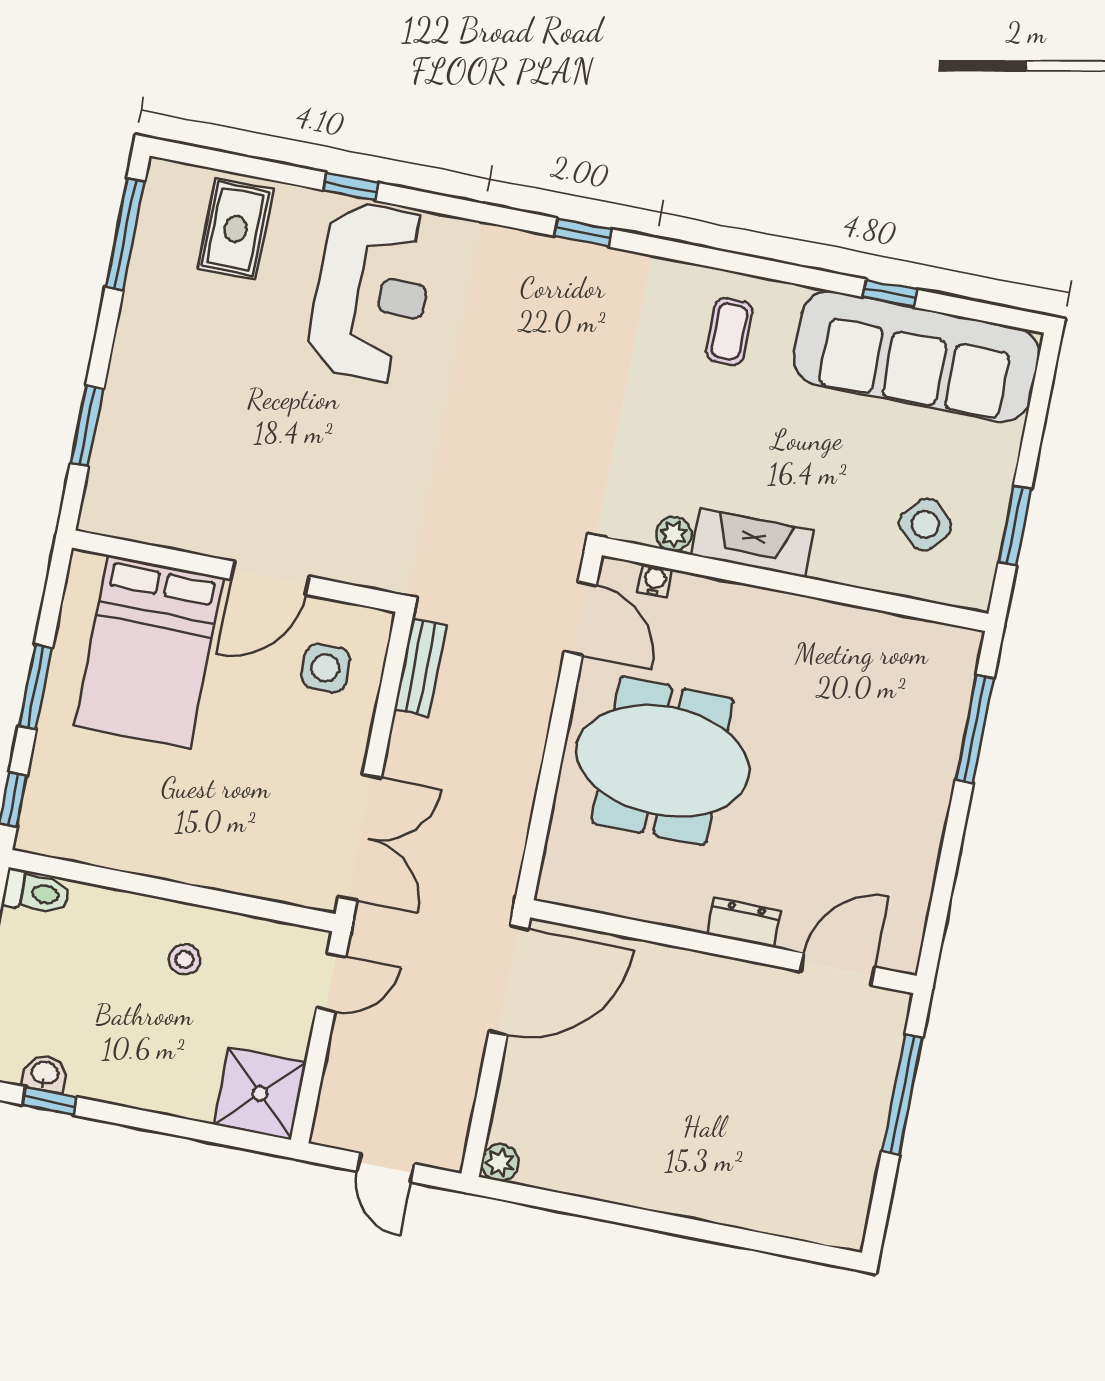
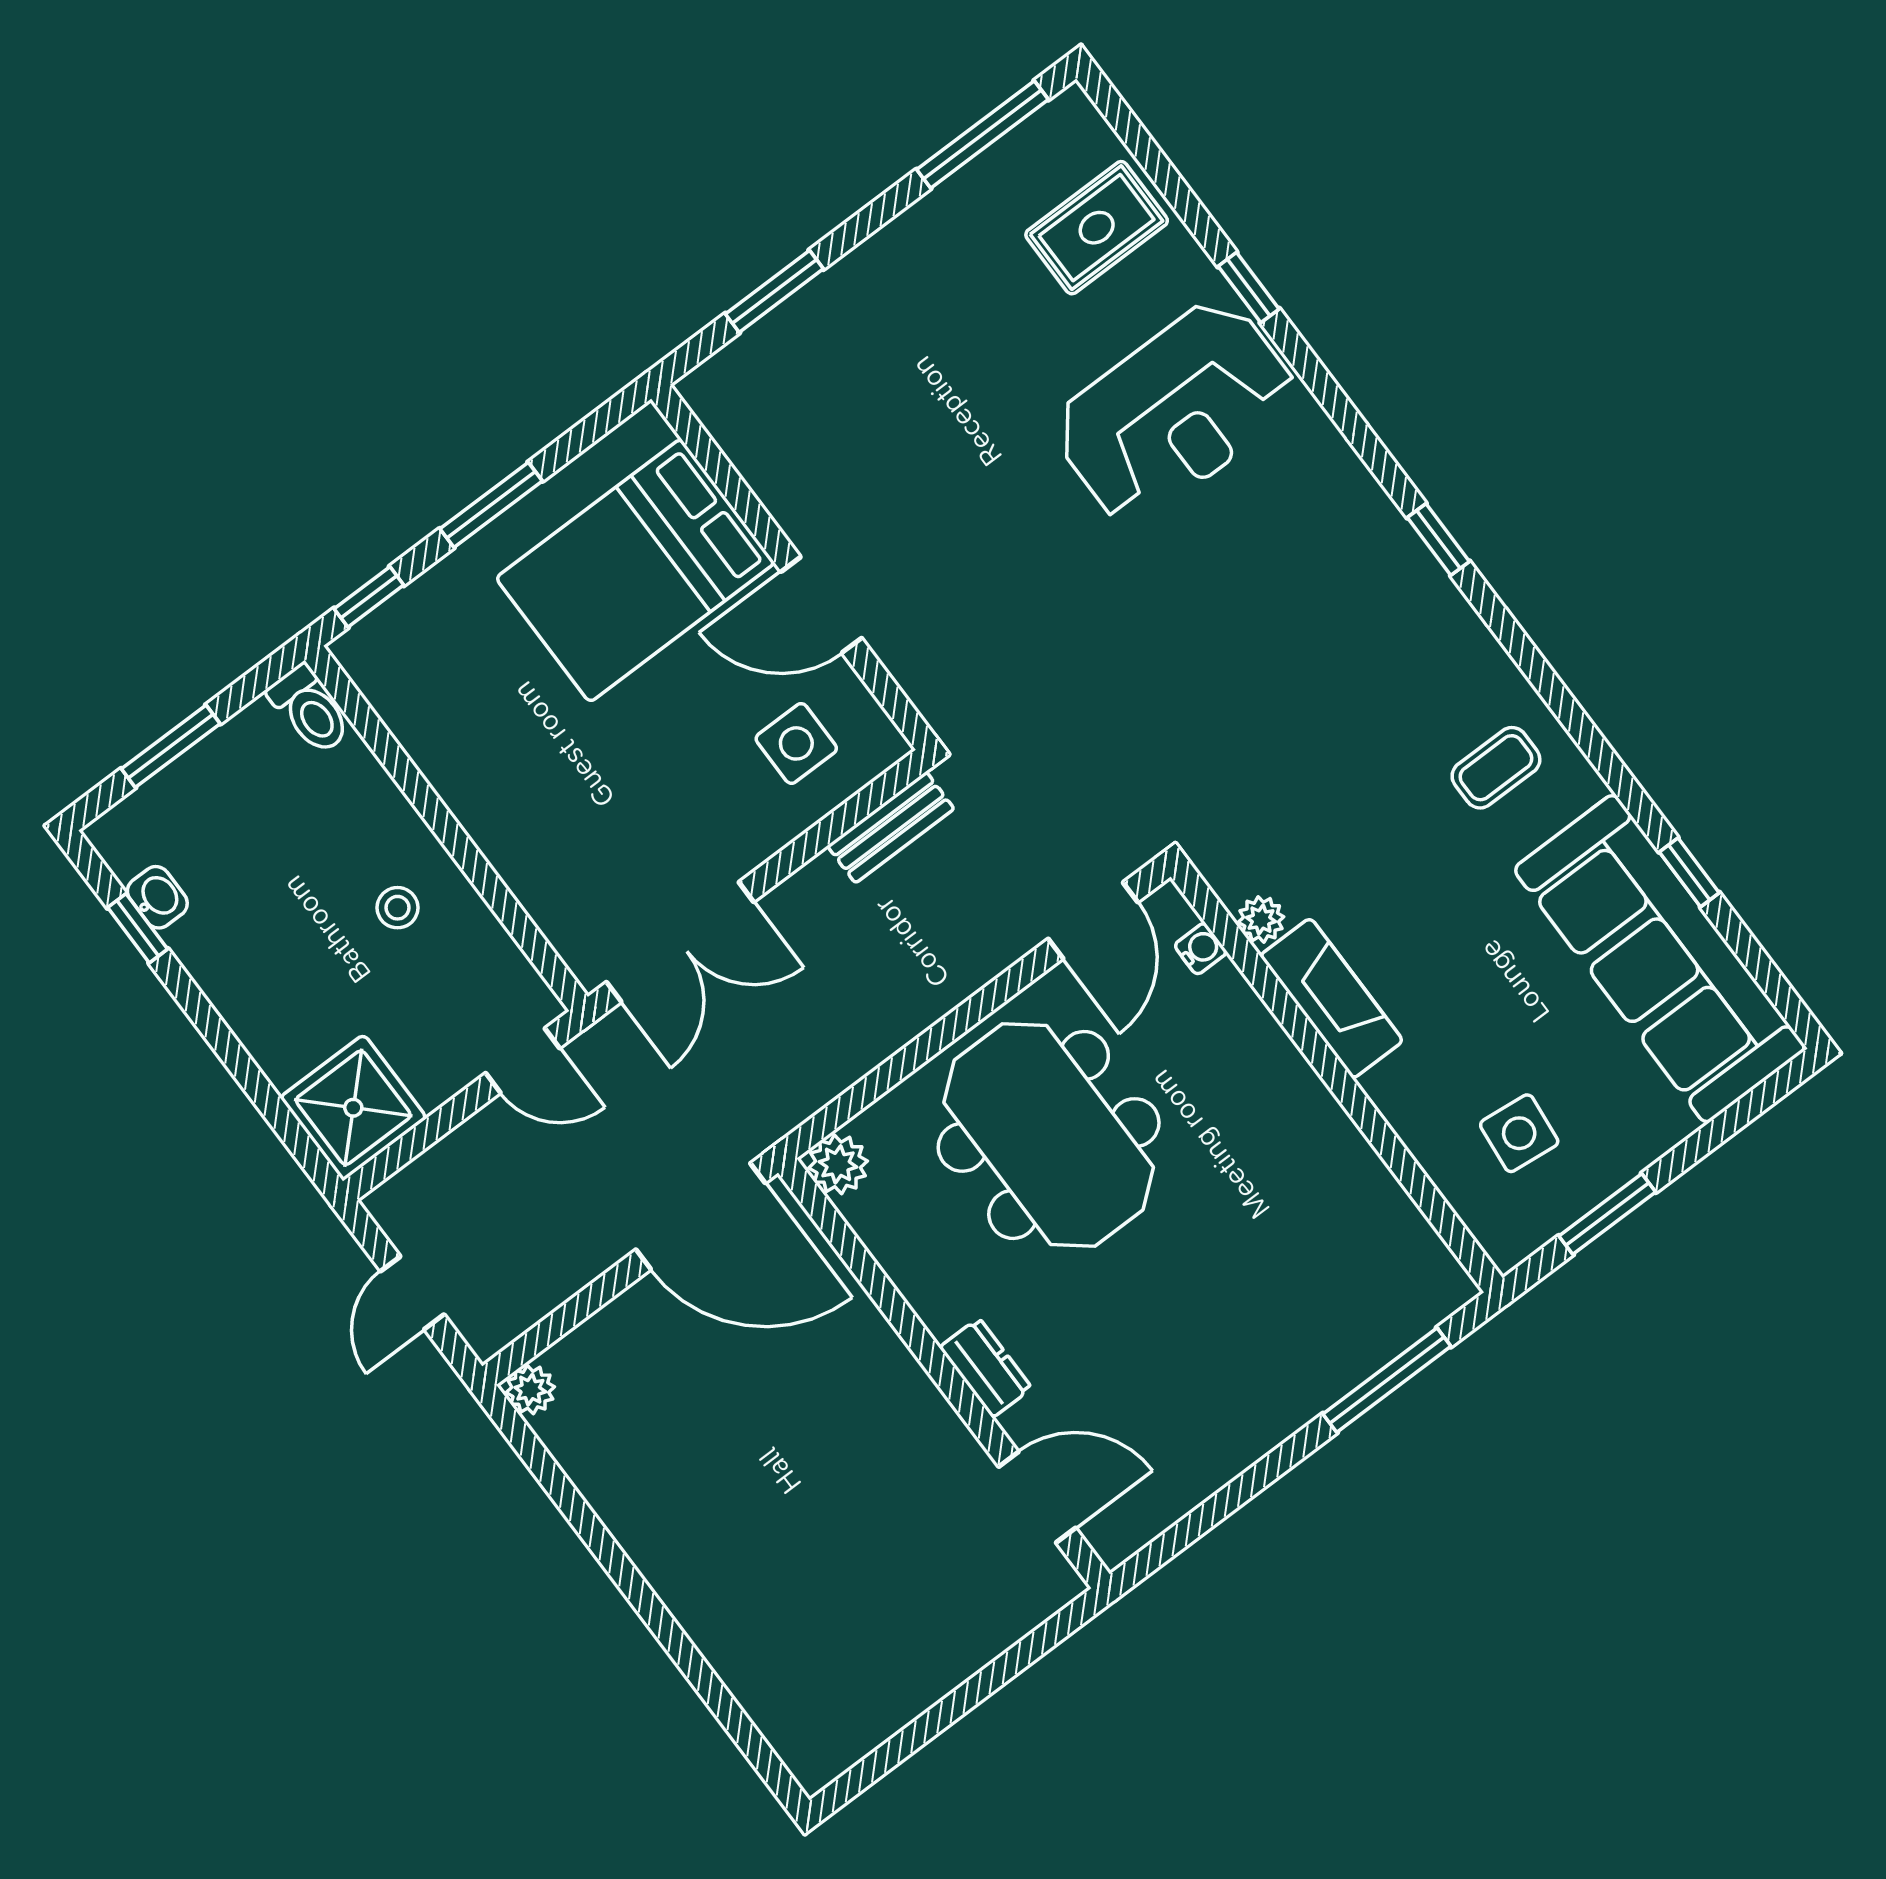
side table: (925, 524) -> (1519, 1133), turned -36
plant: (560, 883) -> (838, 1164), added
window: (902, 1094) -> (990, 1679), removed

